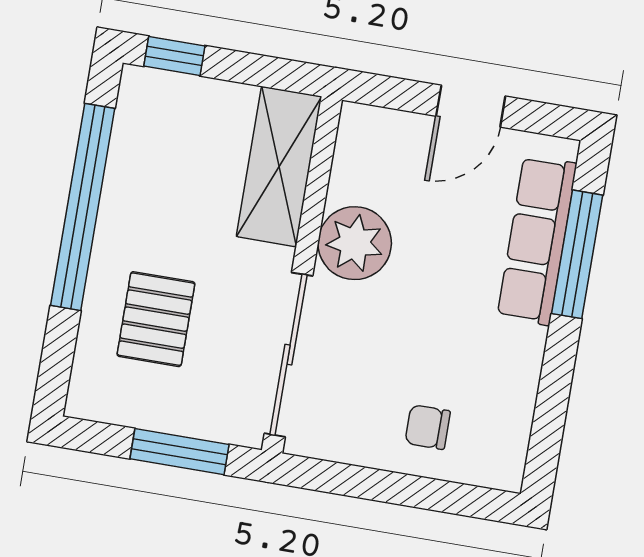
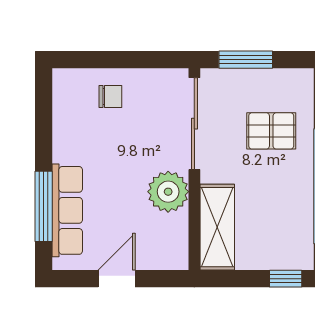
pallet: (156, 319) -> (271, 131), turned 90

